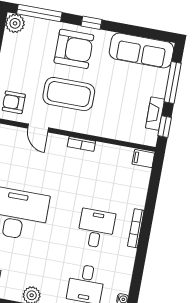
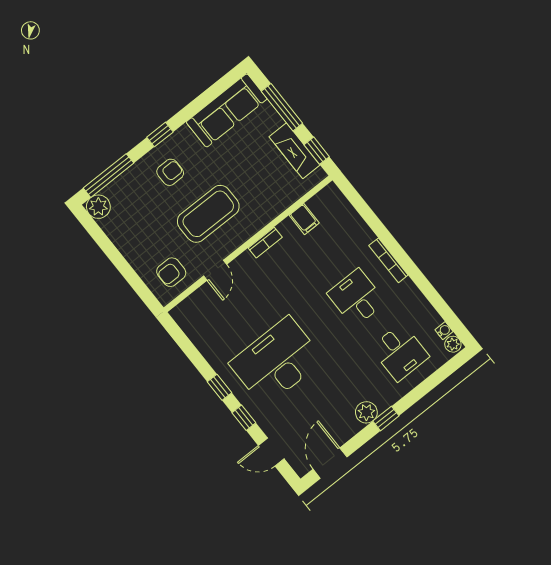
armchair: (74, 49) -> (170, 172), width x0.53, depth x0.53
fireplace: (155, 114) -> (295, 151), width x1.37, depth x1.32
door: (38, 128) -> (215, 270), hinge flipped
filing cabinet: (143, 159) -> (304, 219), moved, turned -90

